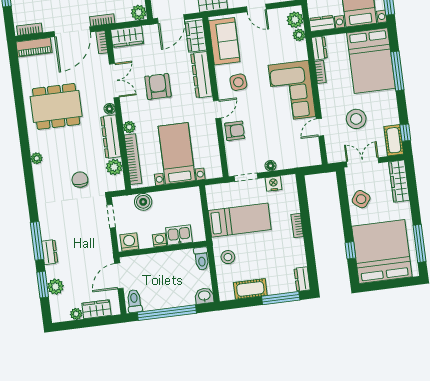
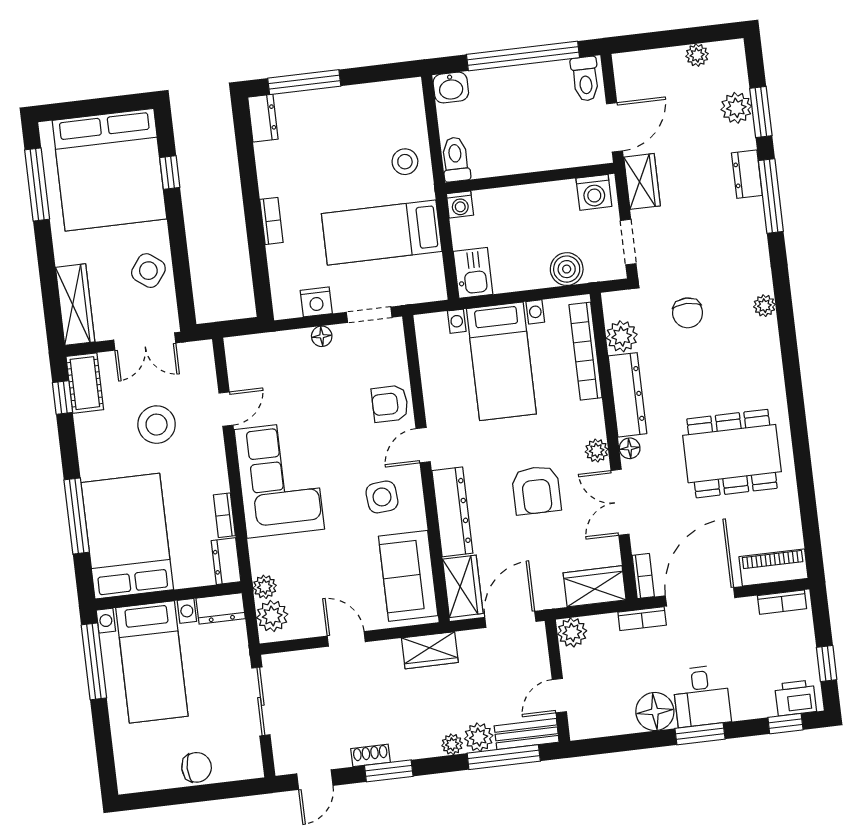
plant: (129, 127) -> (597, 451), moved
plant: (37, 158) -> (764, 306), moved
kitchen sink: (179, 235) -> (473, 273), moved, turned -90
washing machine: (160, 240) -> (460, 204), moved
cot: (250, 289) -> (362, 100), removed
wardrobe: (97, 309) -> (642, 181), moved, turned -90

